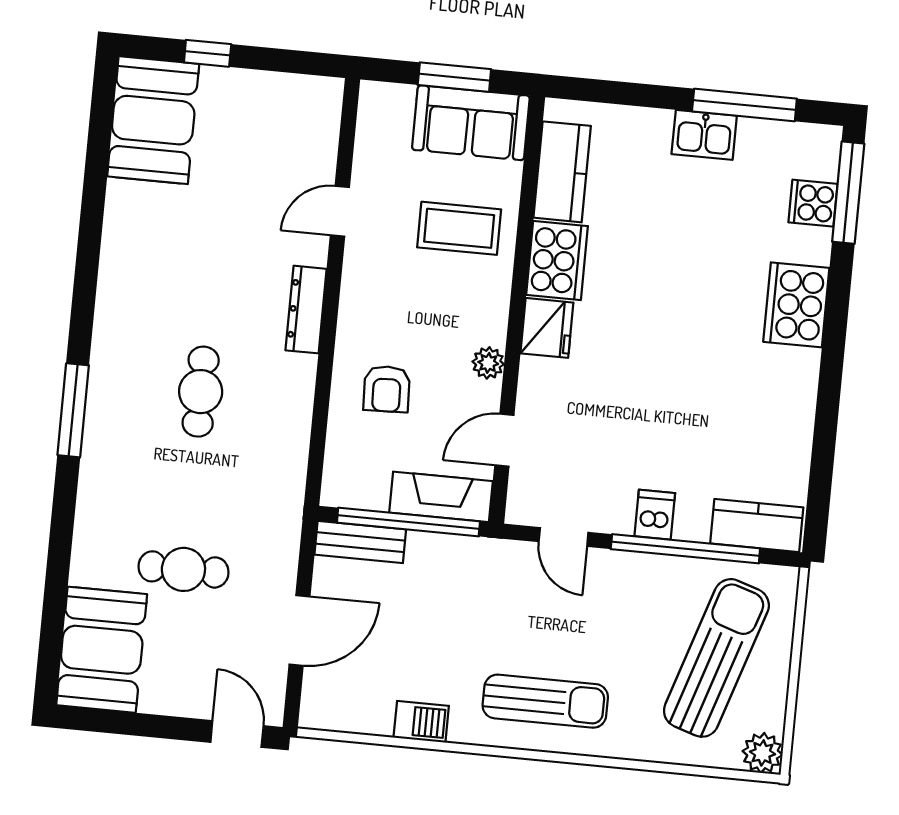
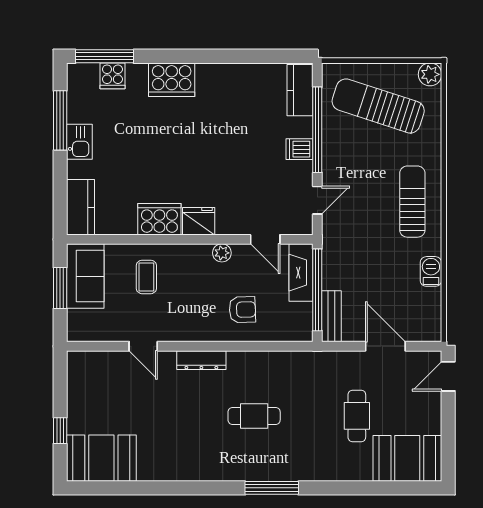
kitchen counter: (562, 172) -> (81, 207), moved, turned 90
coffee table: (459, 228) -> (146, 277), width x0.73, depth x0.77

